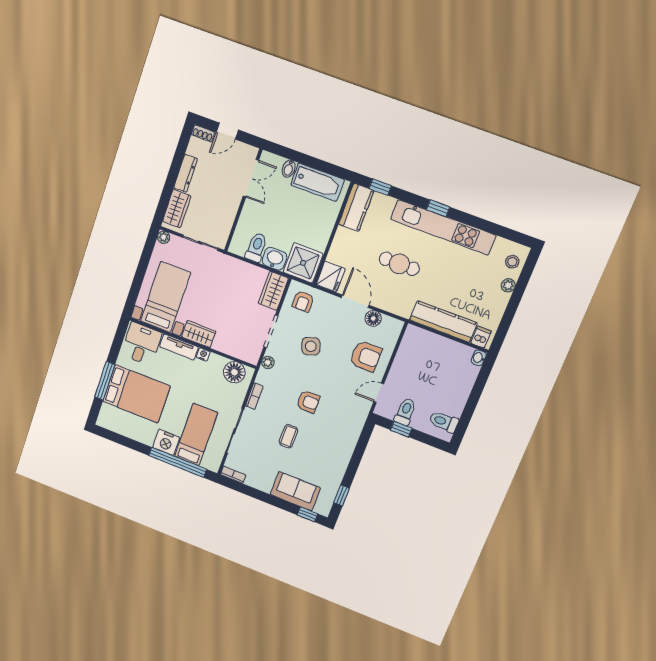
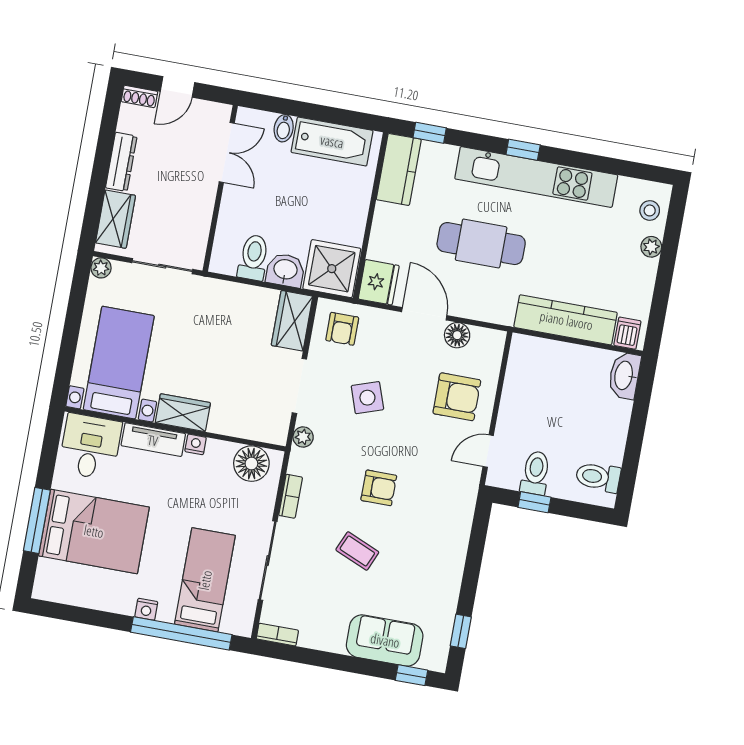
cafe table: (399, 264) -> (481, 244), width x1.37, depth x1.35
washbasin: (479, 358) -> (624, 376), width x1.91, depth x1.45
coffee table: (288, 436) -> (357, 551), turned -67
nightstand: (166, 442) -> (146, 609), width x0.53, depth x0.56

